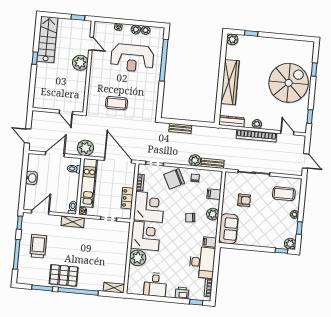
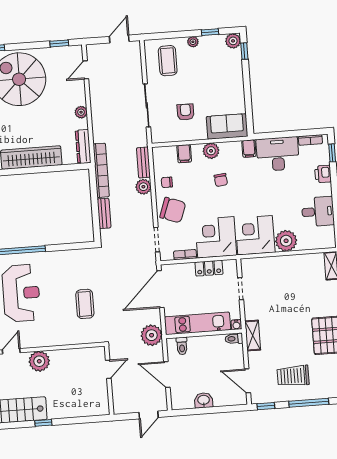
bookcase: (256, 136) -> (101, 170), moved
chair: (174, 179) -> (173, 210), turned -43

